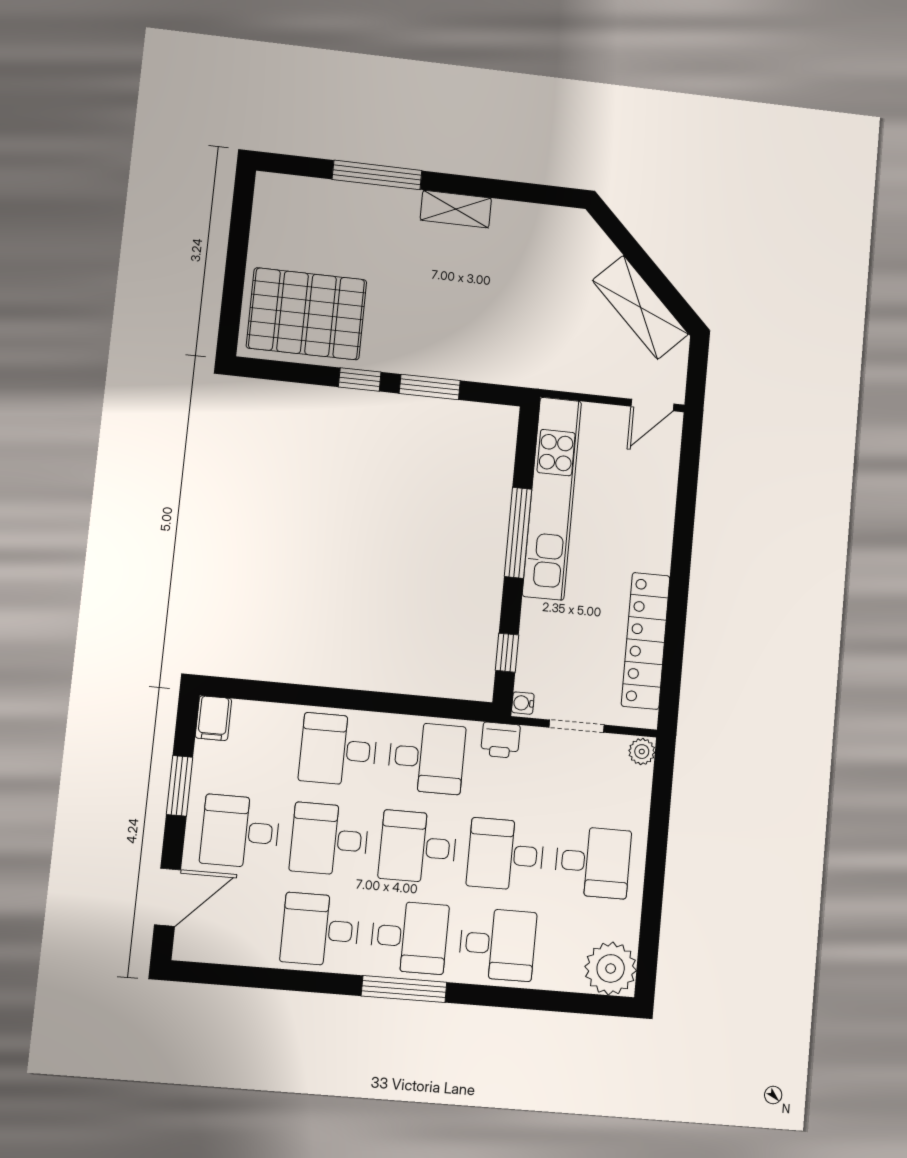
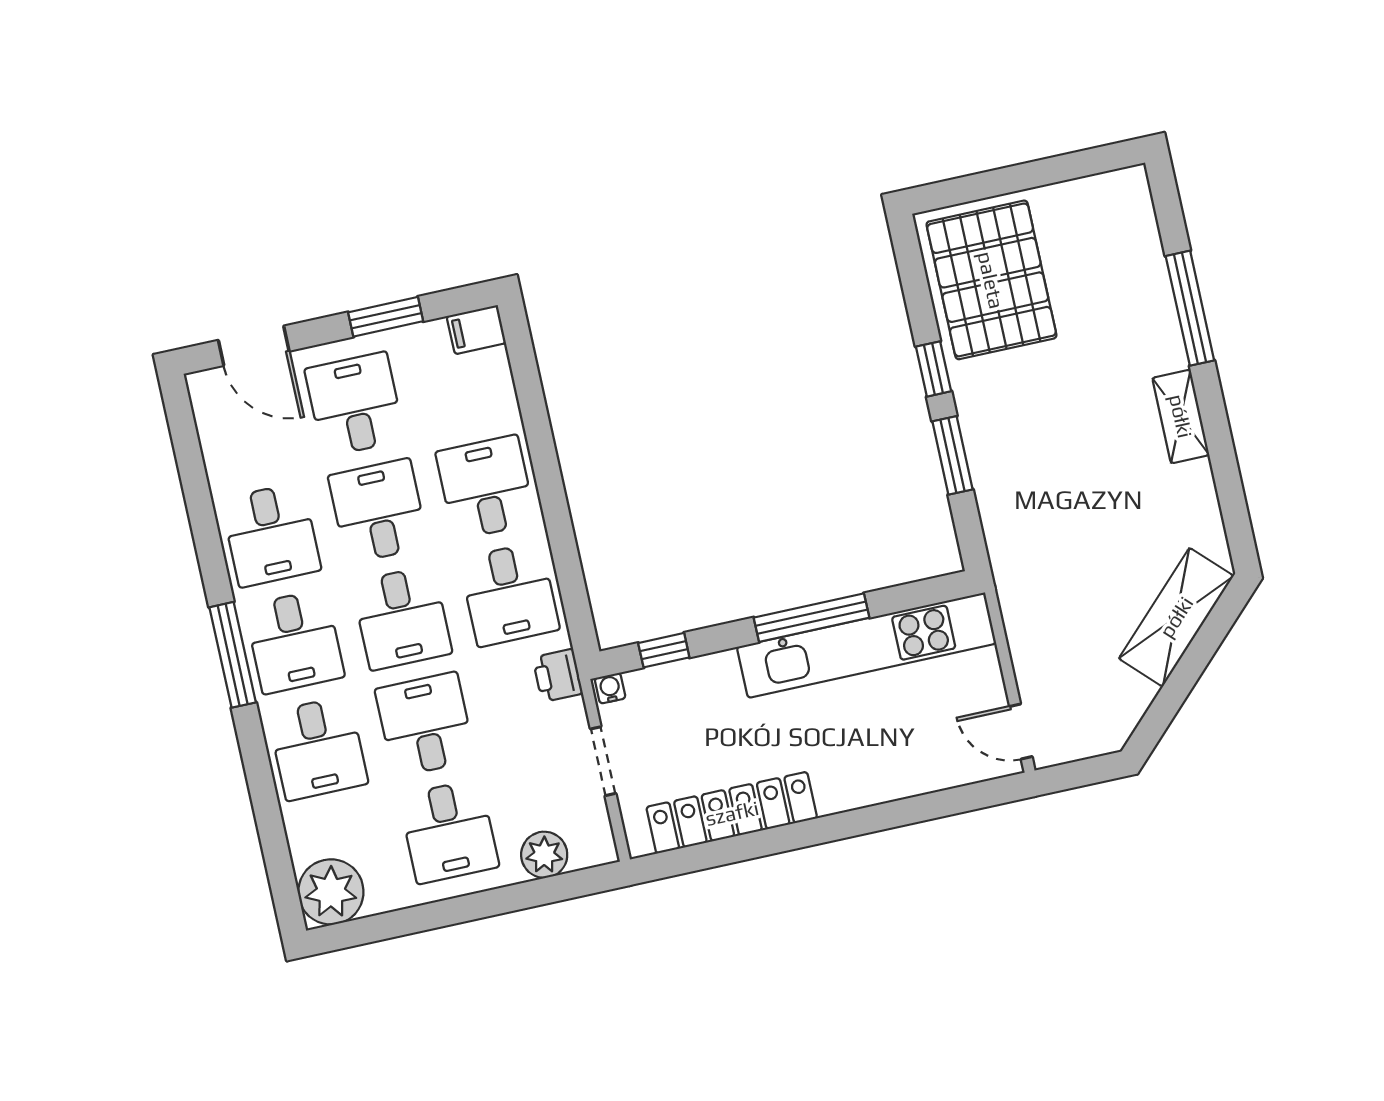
shelving: (640, 307) -> (1176, 617), moved
plant: (642, 752) -> (544, 855), moved, width x1.38, depth x1.38
desk: (418, 847) -> (402, 618), turned 180
desk: (320, 930) -> (271, 535), turned 180

